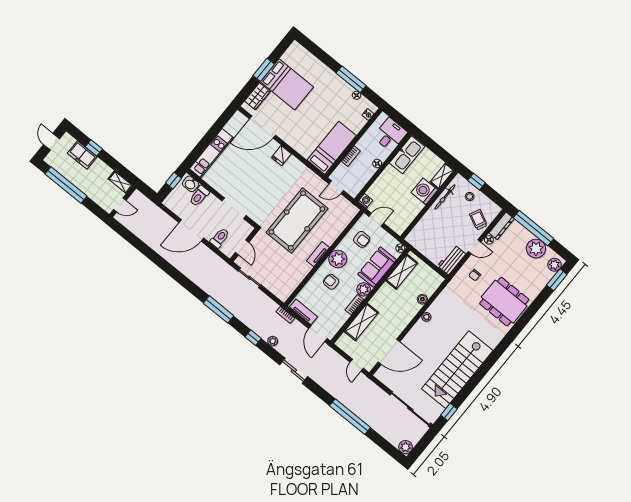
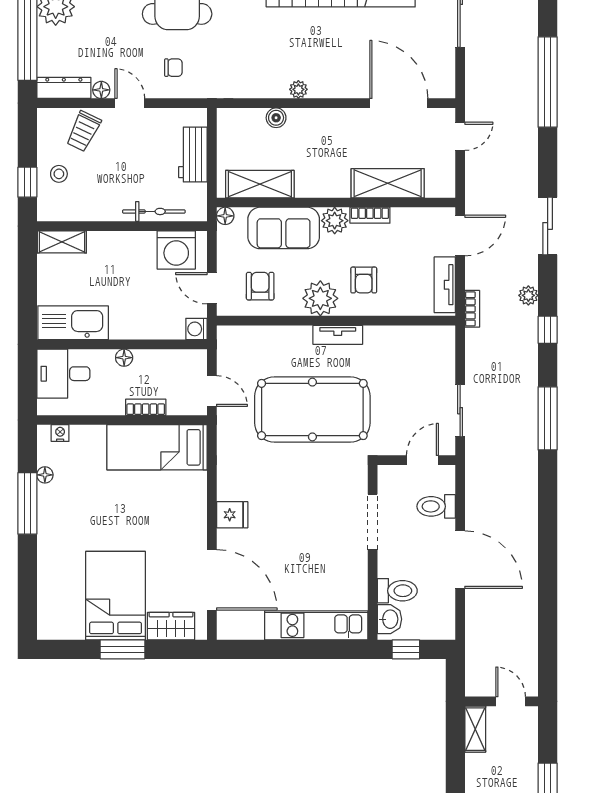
washing machine: (424, 191) -> (176, 250), moved
bicycle: (445, 197) -> (154, 211), moved
workbench: (452, 260) -> (193, 155), moved, turned 90

